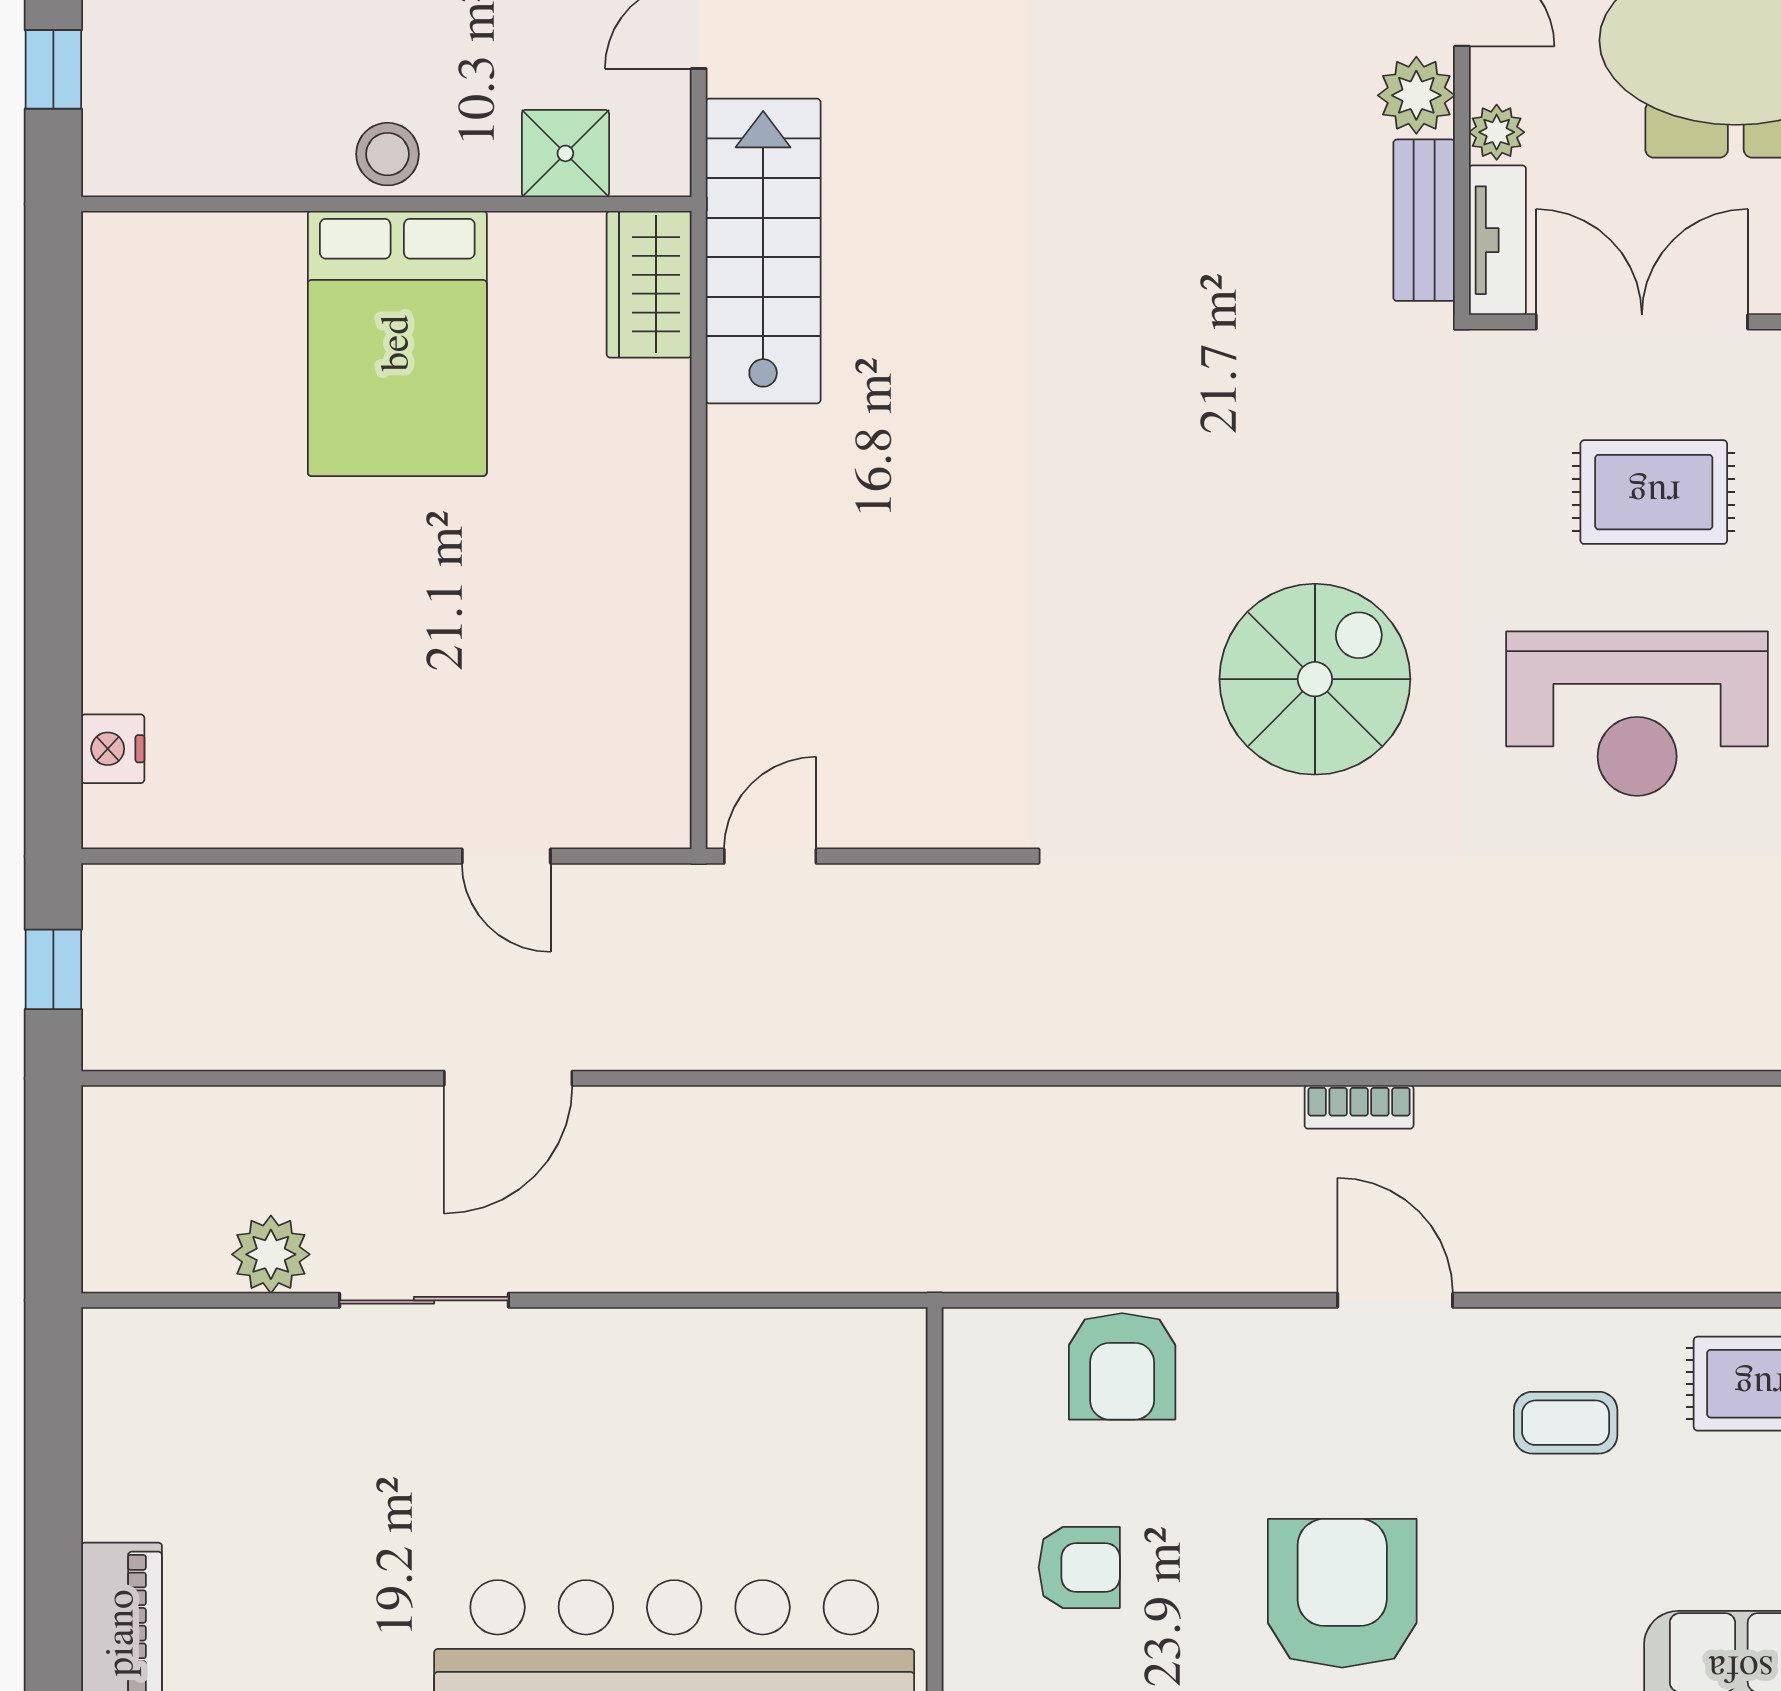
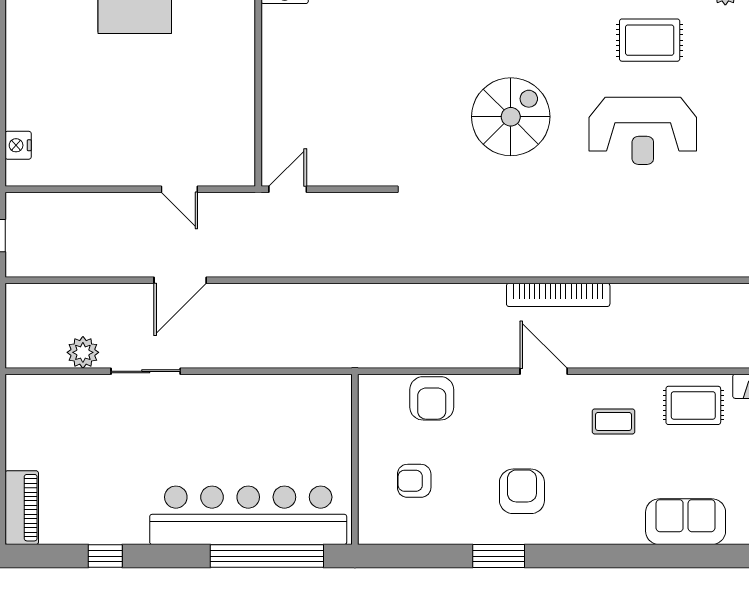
bookcase: (1359, 1107) -> (558, 295), width x2.31, depth x1.31
armchair: (1079, 1567) -> (414, 481), turned 180
armchair: (1342, 1593) -> (522, 491), width x0.73, depth x0.73

